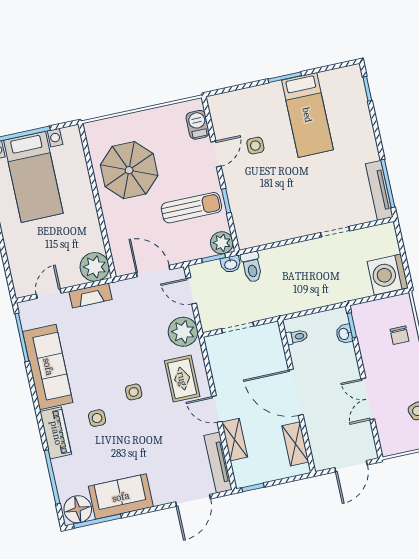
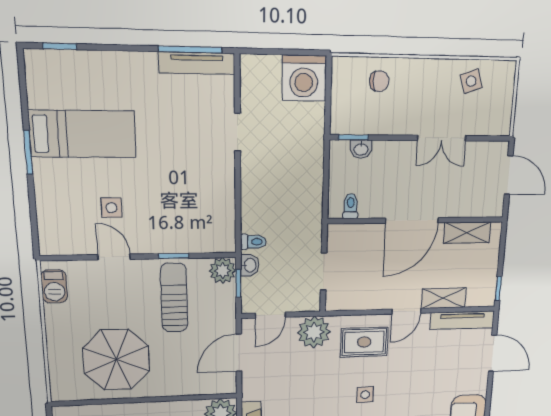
barbecue: (198, 125) -> (54, 286), moved, turned -90
toilet: (252, 267) -> (253, 242), width x0.73, depth x0.72

